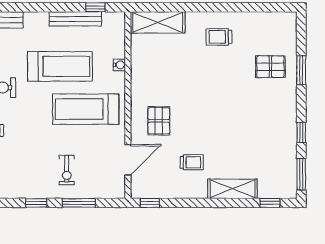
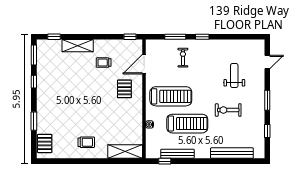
treadmill: (60, 66) -> (187, 124), turned 180
pallet: (270, 67) -> (45, 143), moved, turned 90

